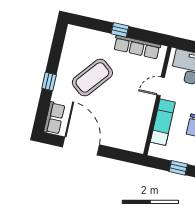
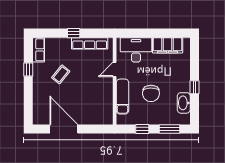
coffee table: (92, 77) -> (61, 74), width x0.54, depth x0.58
window: (49, 81) -> (28, 69), moved
row of seats: (54, 118) -> (38, 50), moved

